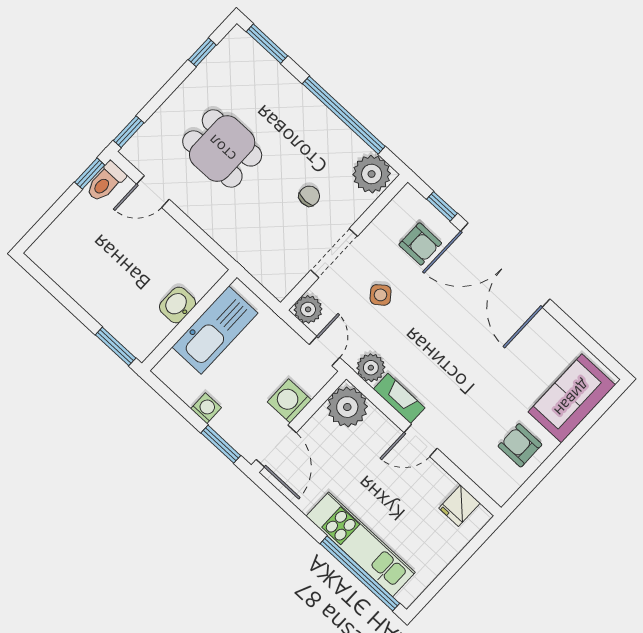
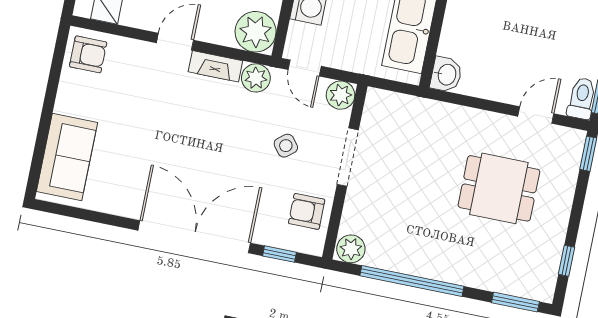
plant: (372, 174) -> (351, 249), width x0.73, depth x0.73
chair: (309, 196) -> (399, 193), removed
armchair: (420, 244) -> (307, 211), moved
washbasin: (177, 305) -> (446, 74), moved
armchair: (520, 445) -> (88, 54), moved

